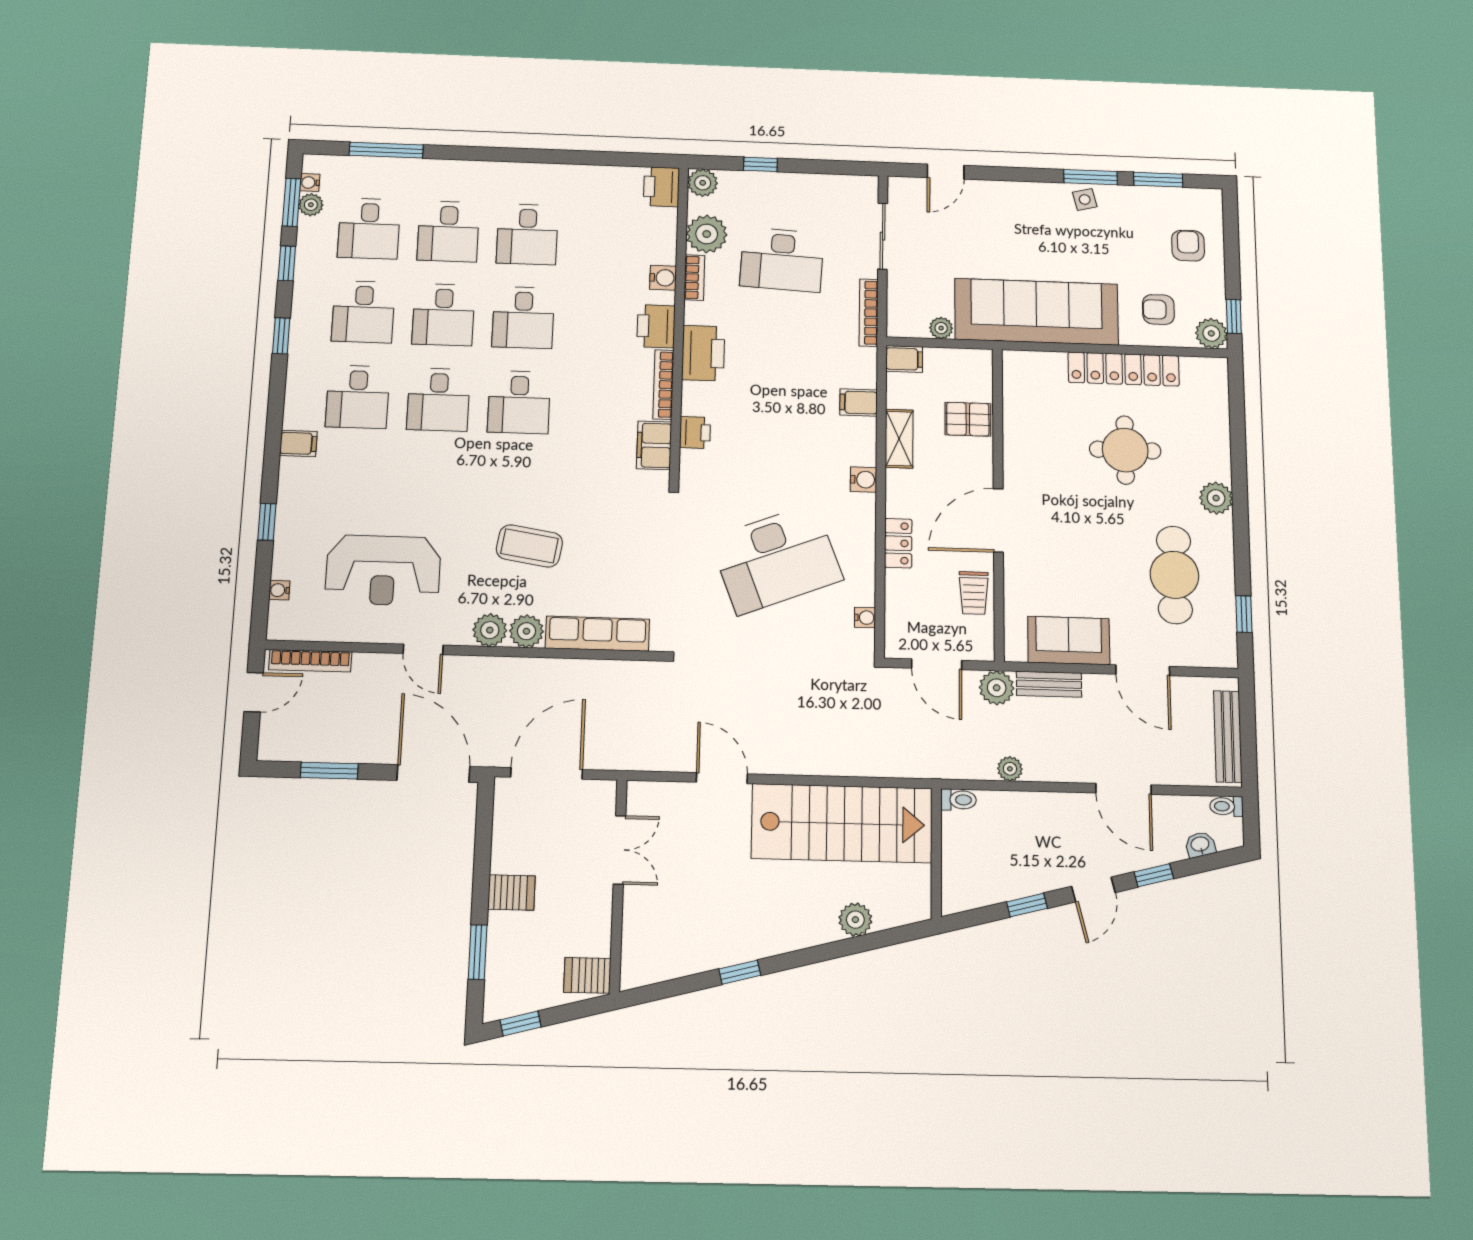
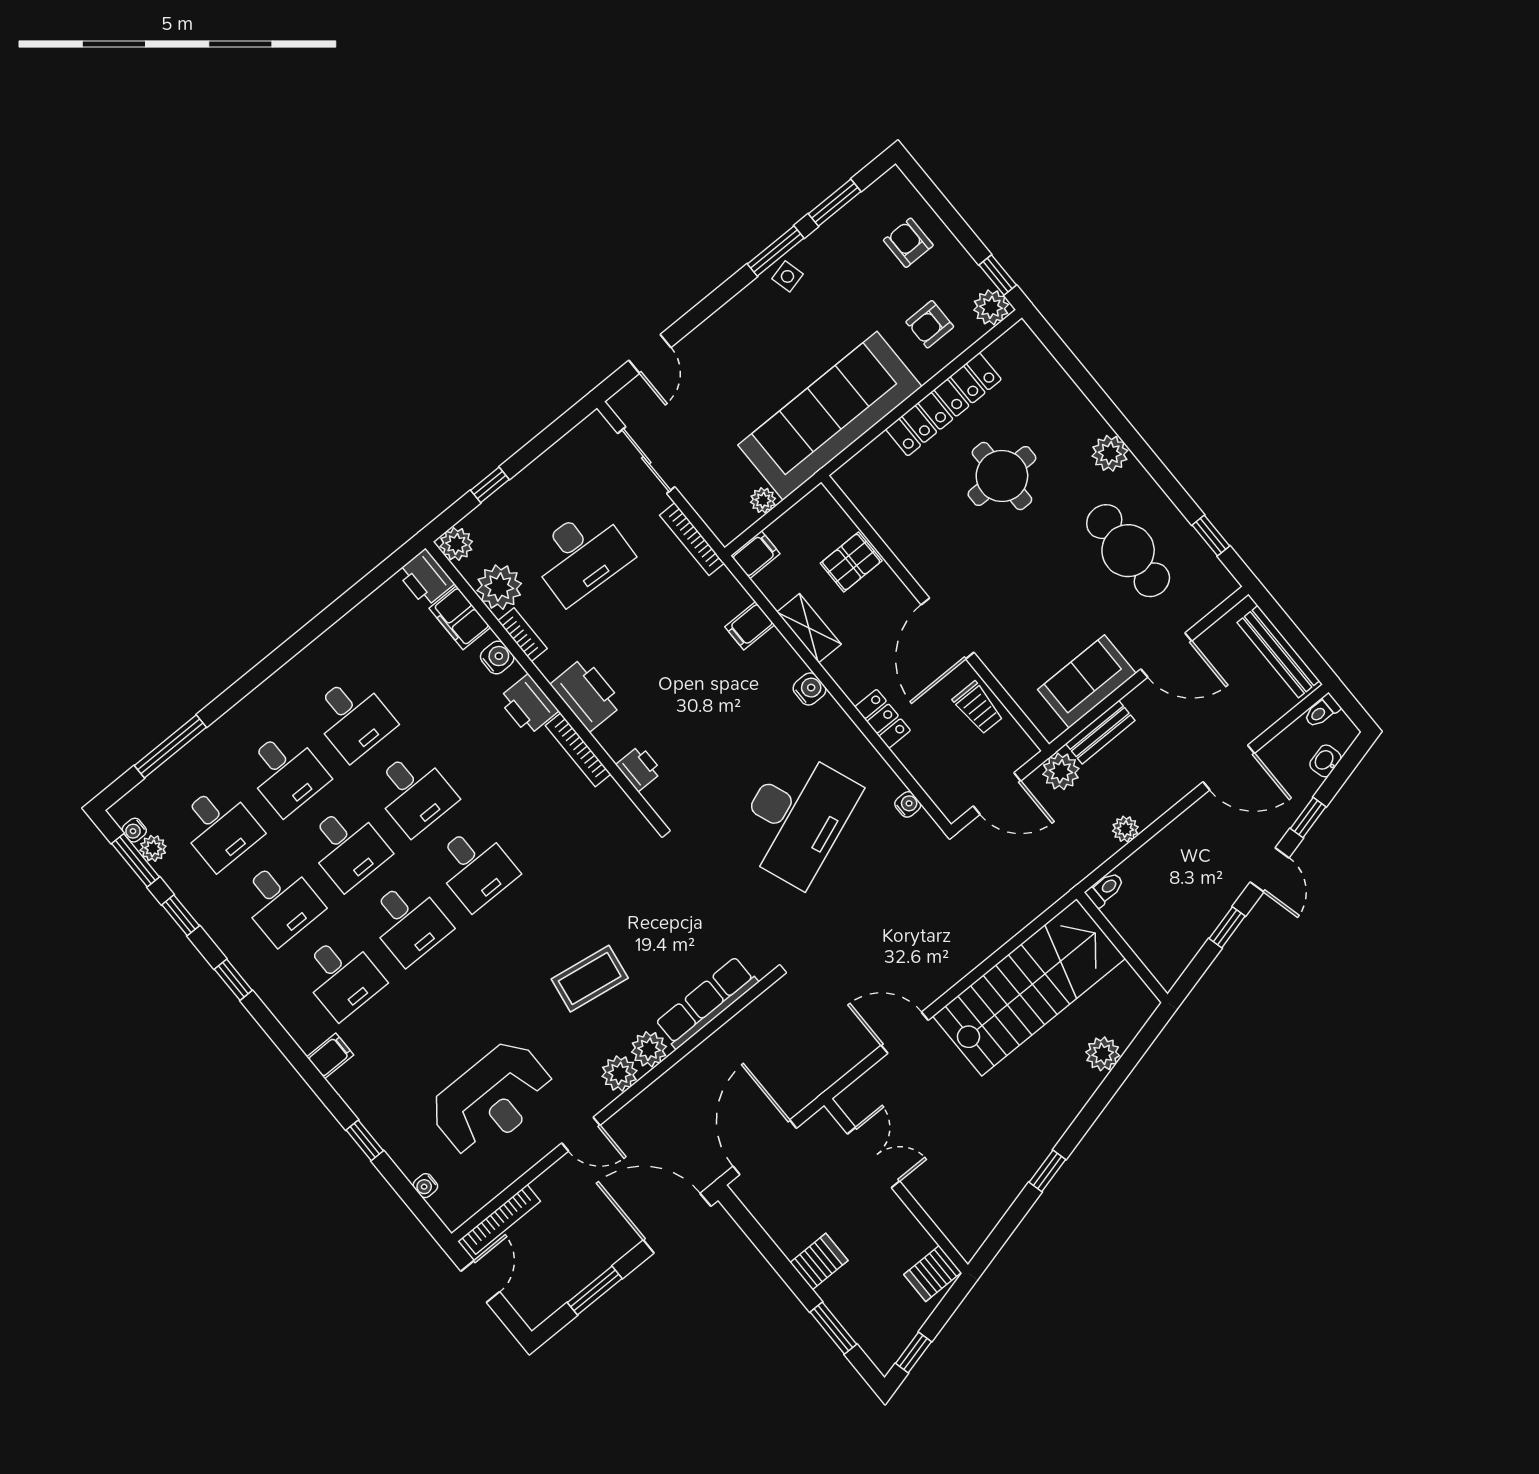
filing cabinet: (654, 445) -> (460, 618), moved

